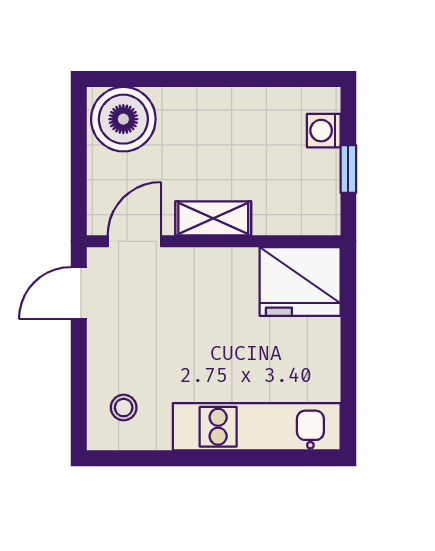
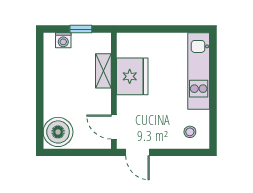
shelving: (213, 218) -> (103, 71), moved
fridge: (300, 281) -> (132, 76), moved

